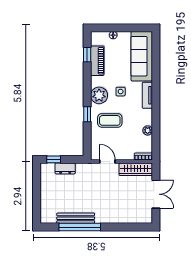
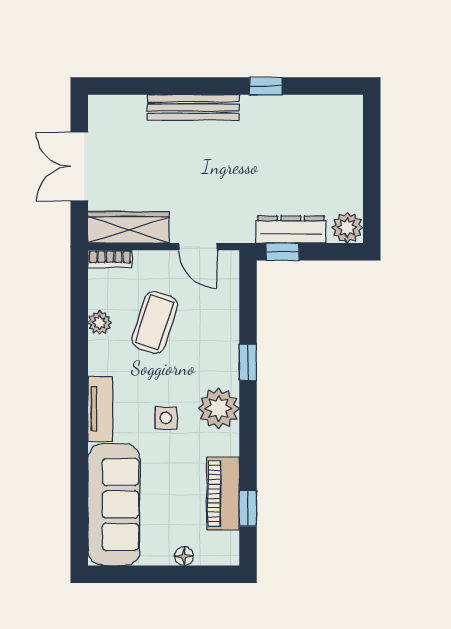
coffee table: (110, 120) -> (155, 322), moved, turned -72
window: (54, 159) -> (282, 252), moved
dresser: (65, 168) -> (291, 229), width x1.44
plant: (46, 169) -> (347, 228), added
bench: (76, 218) -> (193, 108), moved
window: (80, 227) -> (266, 86), width x0.32

